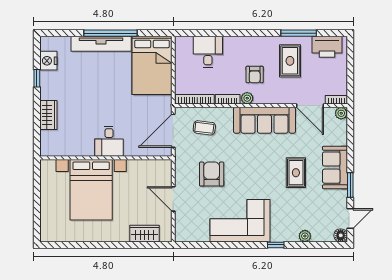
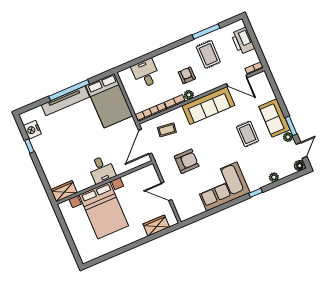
printer: (327, 47) -> (243, 41), moved, turned 90
armchair: (255, 75) -> (187, 75), turned 180
plant: (341, 113) -> (288, 137), moved
wardrobe: (48, 115) -> (64, 191), moved, turned -90
armchair: (212, 174) -> (187, 161), turned 90

